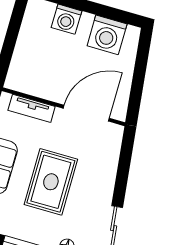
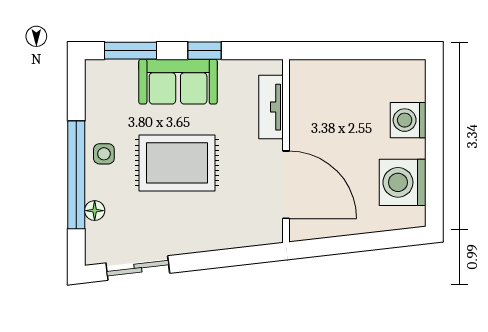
side table: (31, 229) -> (104, 154), added

